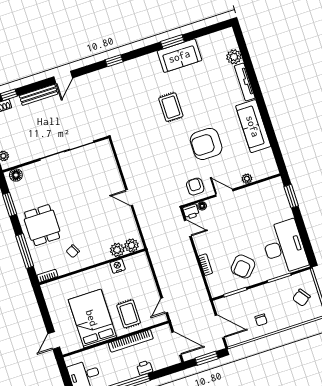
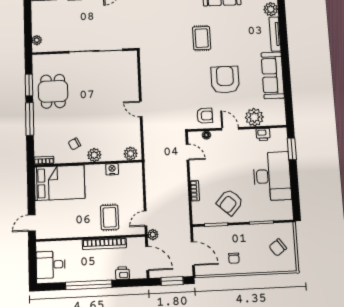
armchair: (206, 144) -> (225, 80), turned 90
floor lamp: (16, 175) -> (43, 60), removed
plant: (247, 179) -> (254, 117), width x1.88, depth x1.88
armchair: (195, 187) -> (205, 116), turned 90
printer: (191, 212) -> (263, 134), moved
dining table: (42, 225) -> (53, 91), moved
desk: (284, 247) -> (272, 176), moved
plant: (117, 250) -> (94, 155), moved
window: (25, 251) -> (30, 119), moved
bed: (92, 318) -> (60, 183), moved, turned 90
plant: (176, 319) -> (153, 235), added
printer: (145, 368) -> (122, 273), moved

